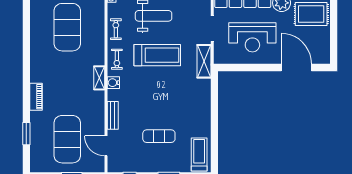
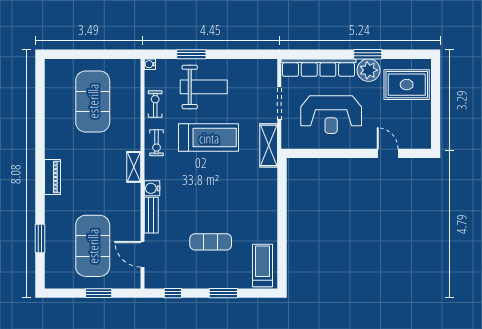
door: (296, 67) -> (388, 153), width x0.53
water cooler: (113, 83) -> (152, 188), moved
piano: (36, 97) -> (52, 177), moved

